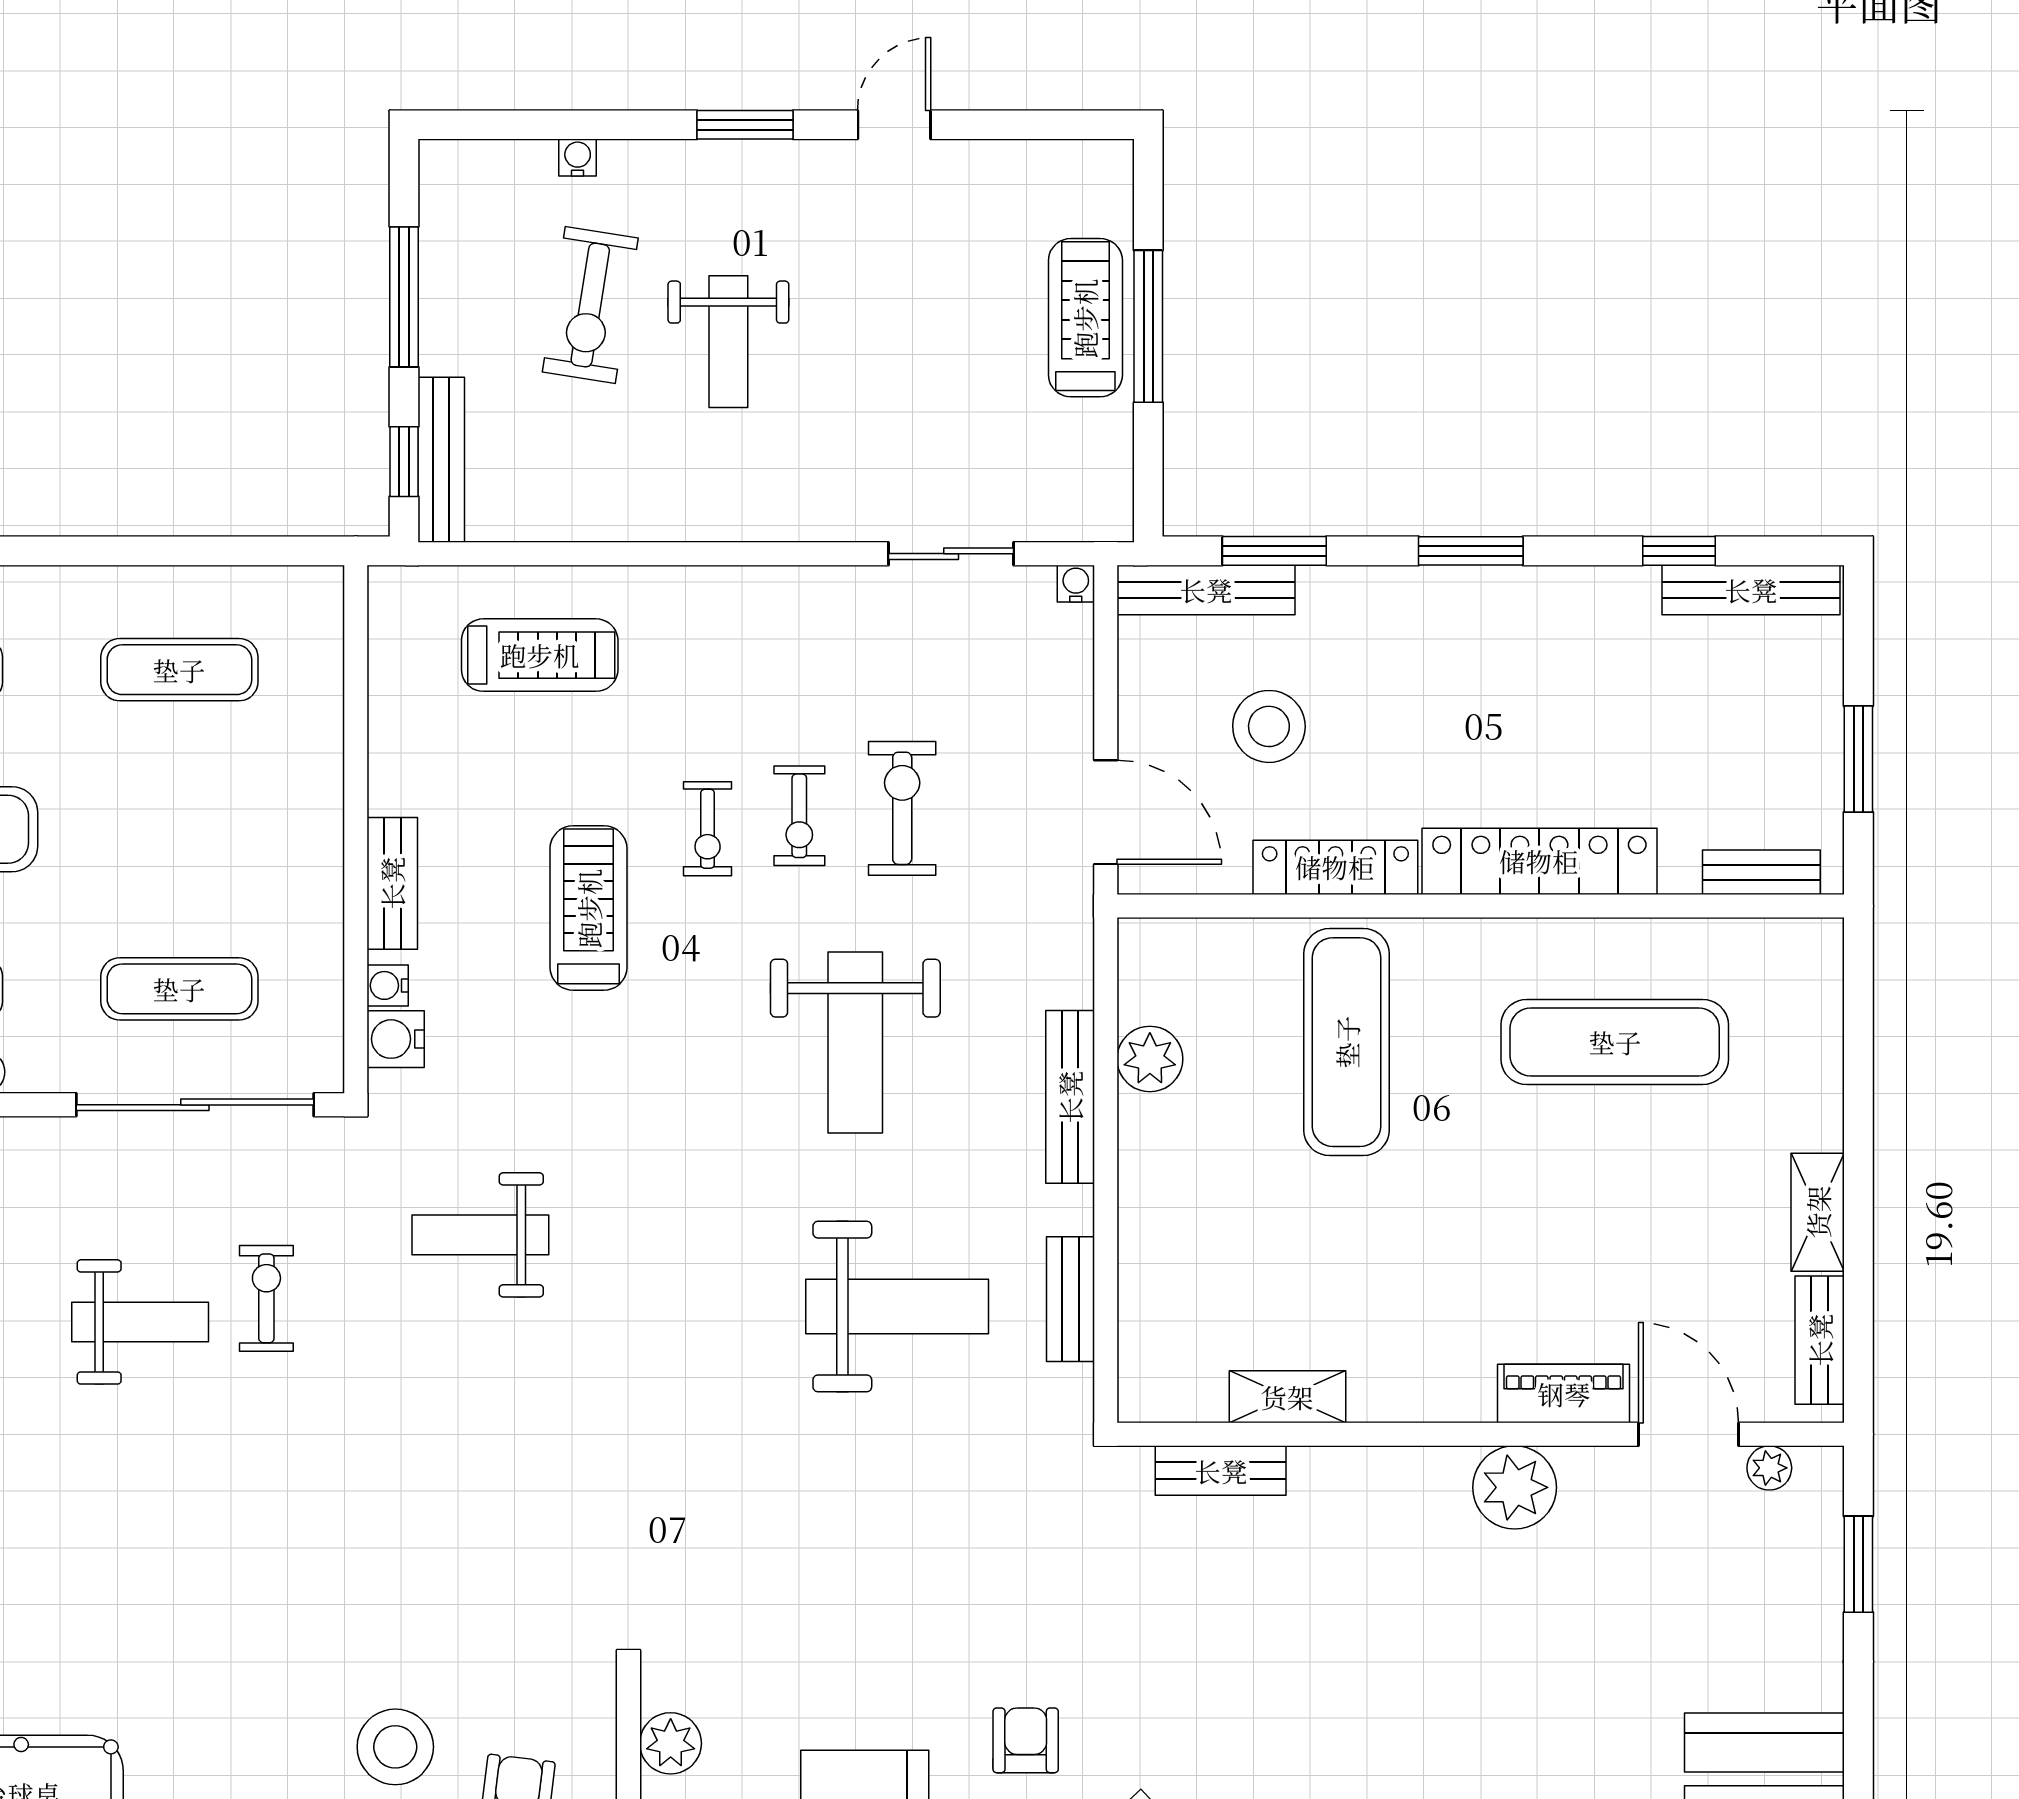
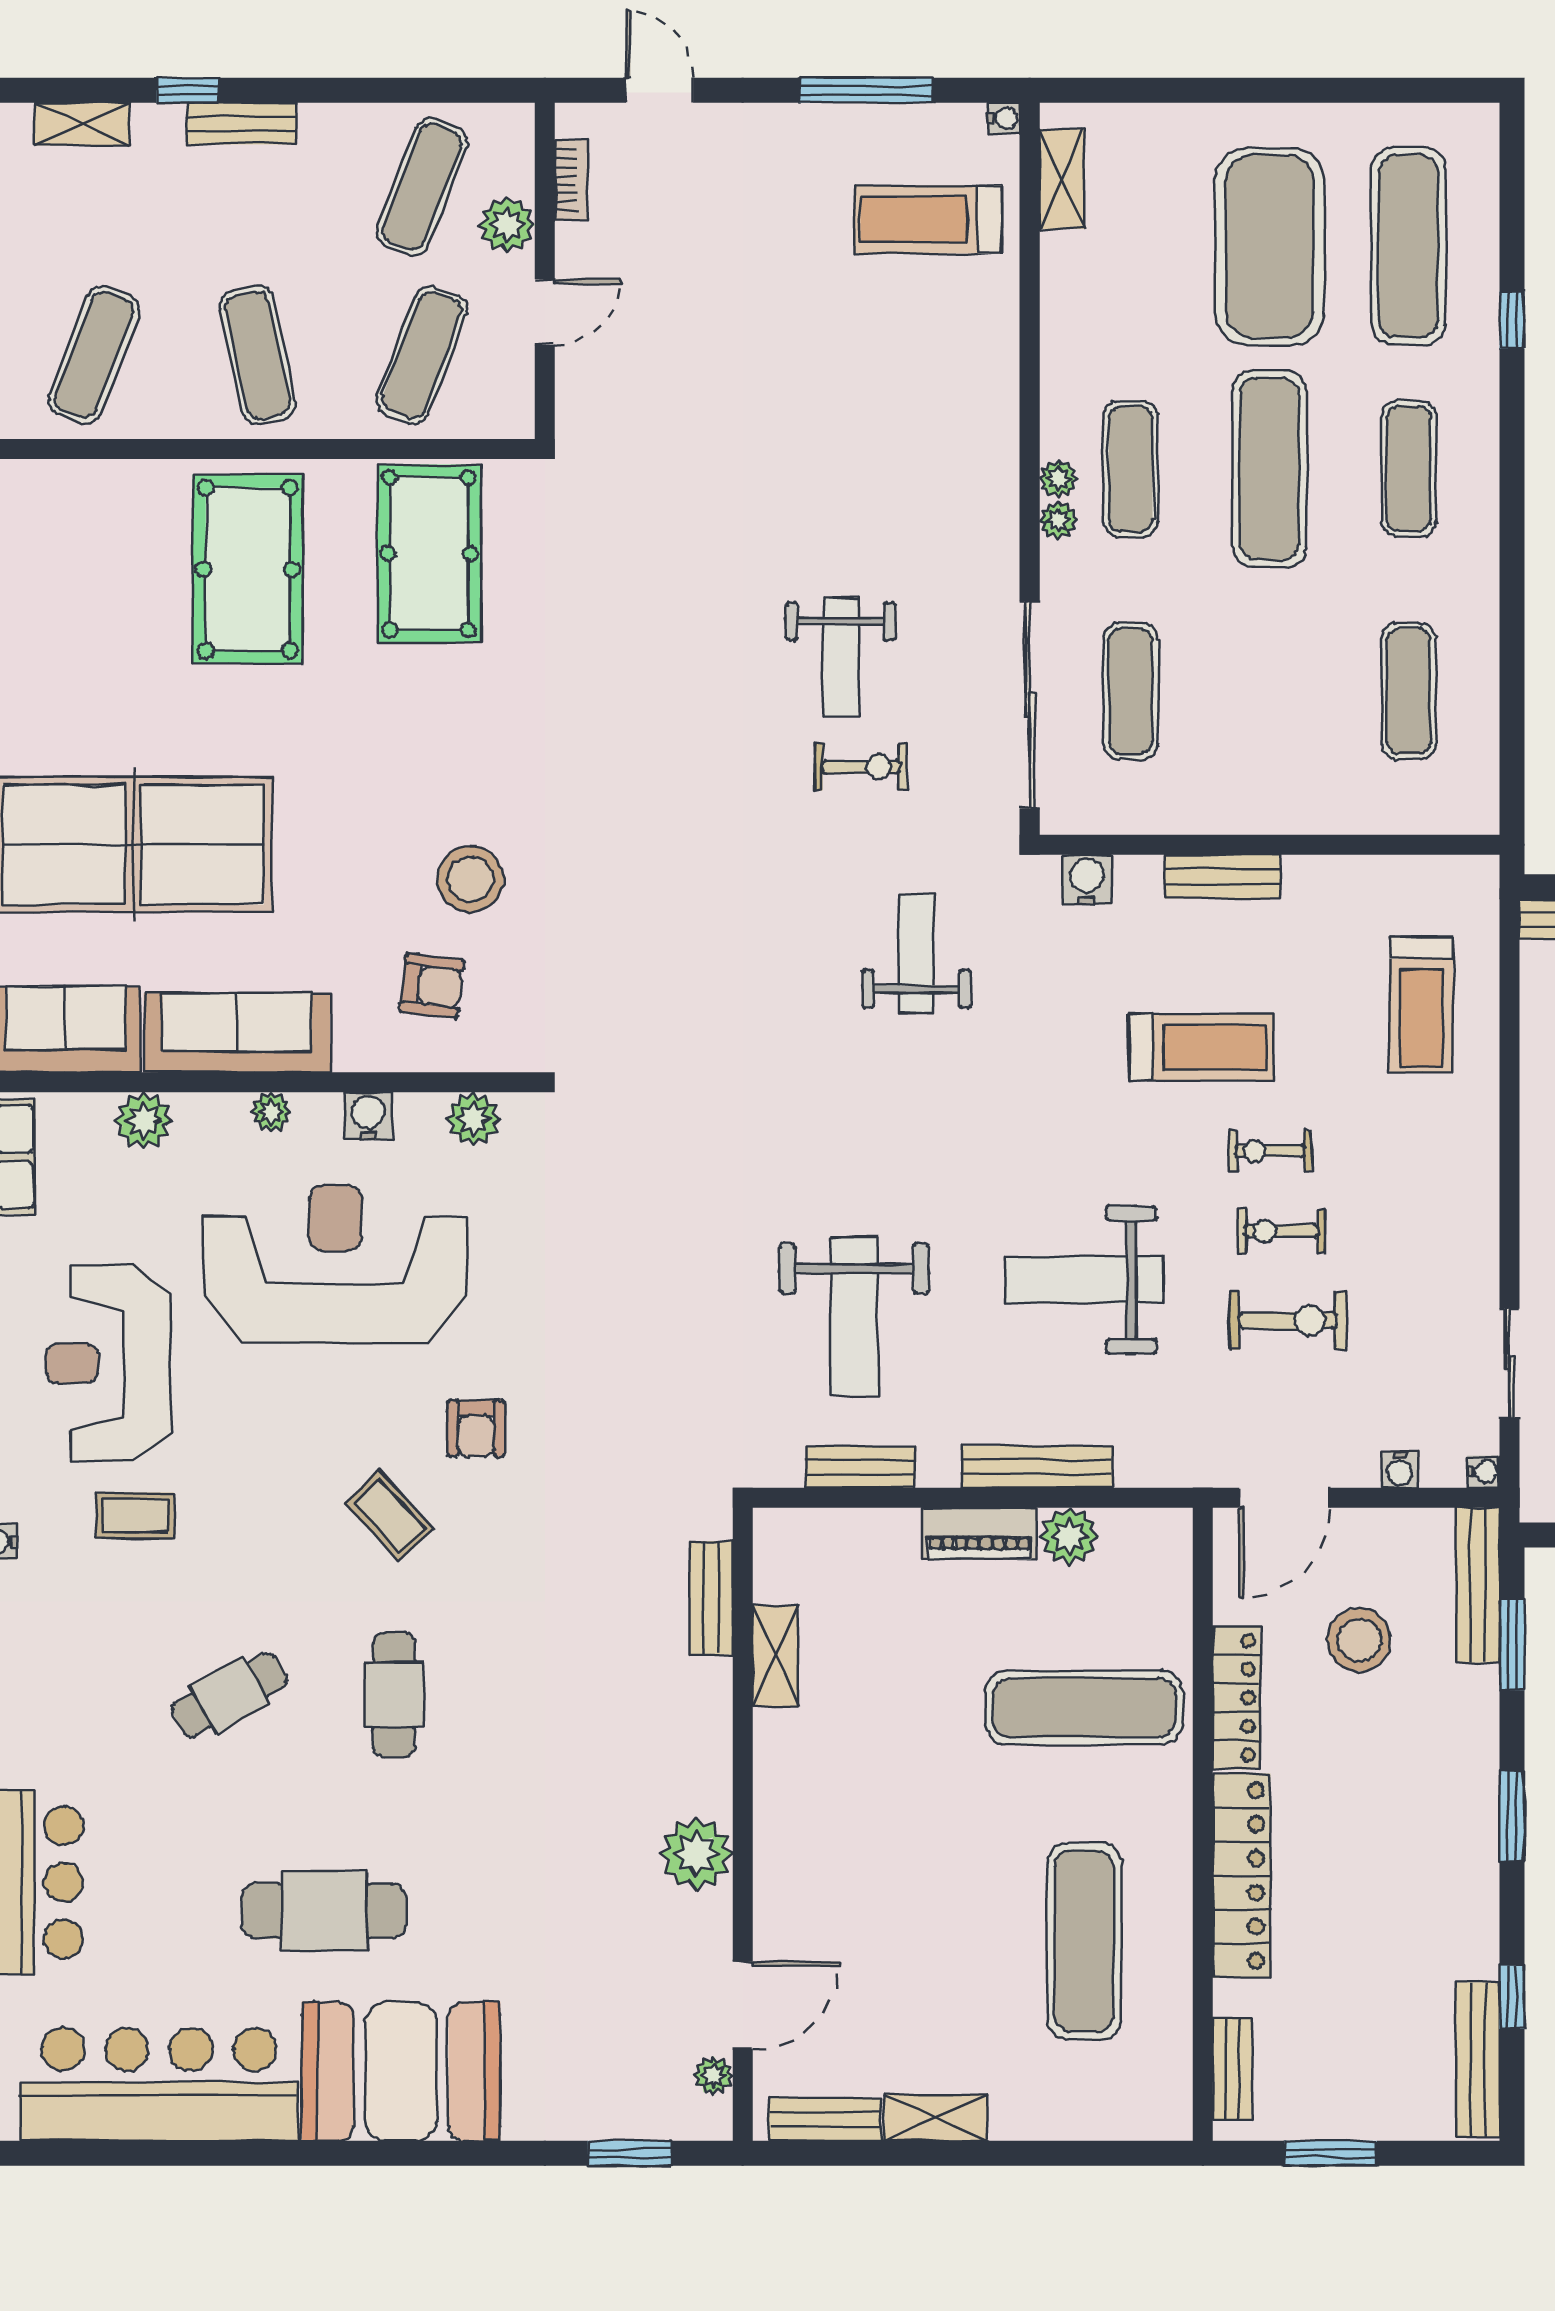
water cooler: (388, 985) -> (1400, 1470), moved, turned 180
piano: (1564, 1394) -> (980, 1533), moved, turned 90
armchair: (1026, 1740) -> (476, 1428), turned 90

